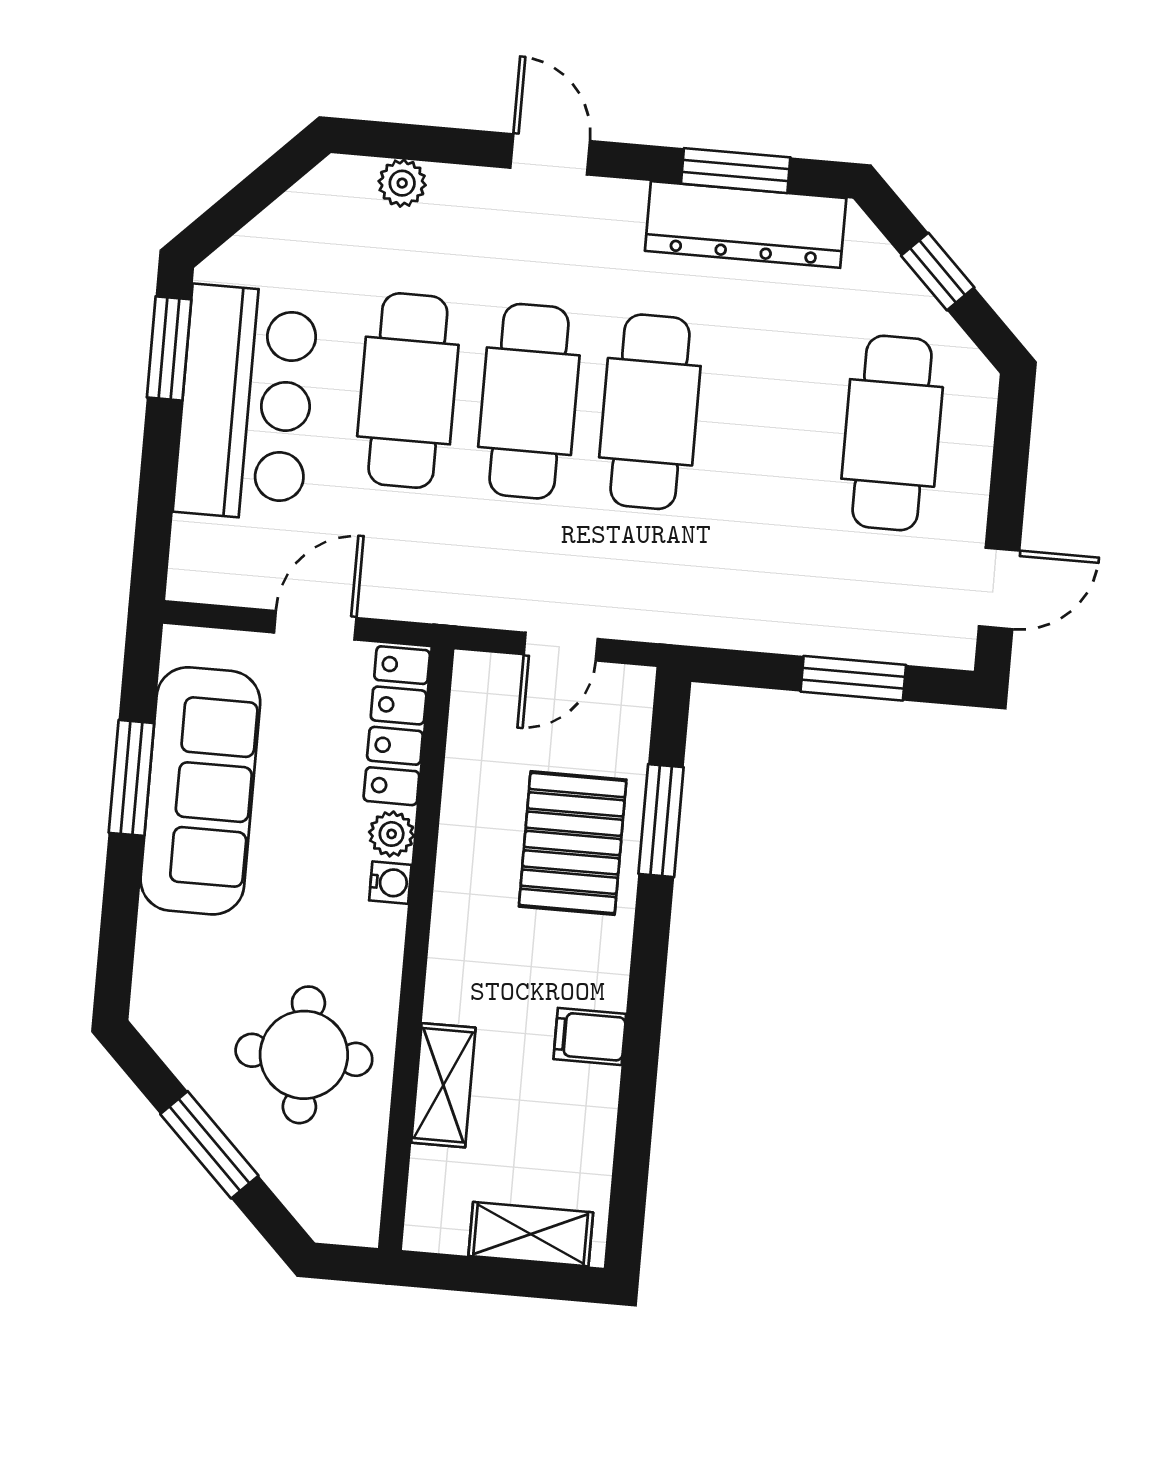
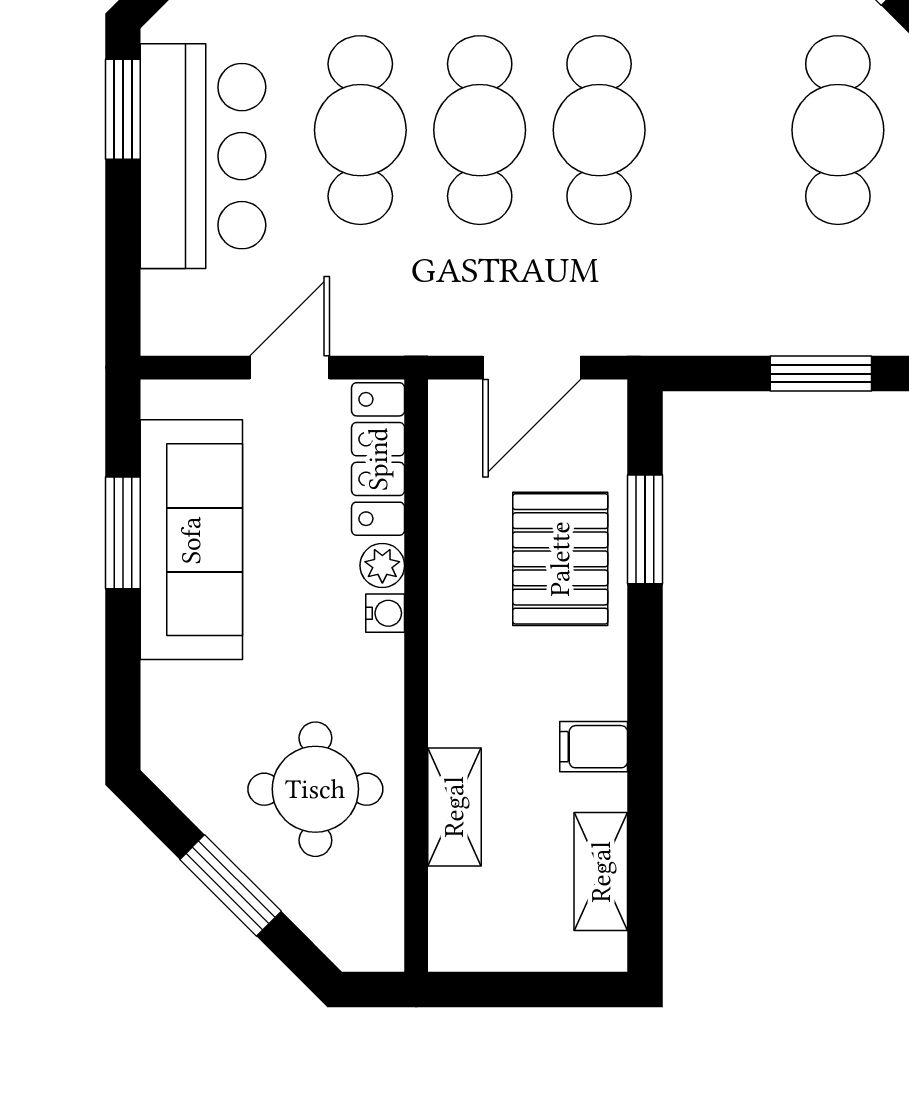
door: (561, 647) -> (532, 368), width x1.38
shelving: (531, 1234) -> (601, 872), moved, turned 90

